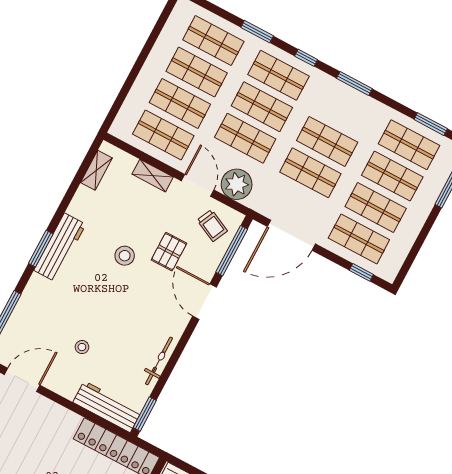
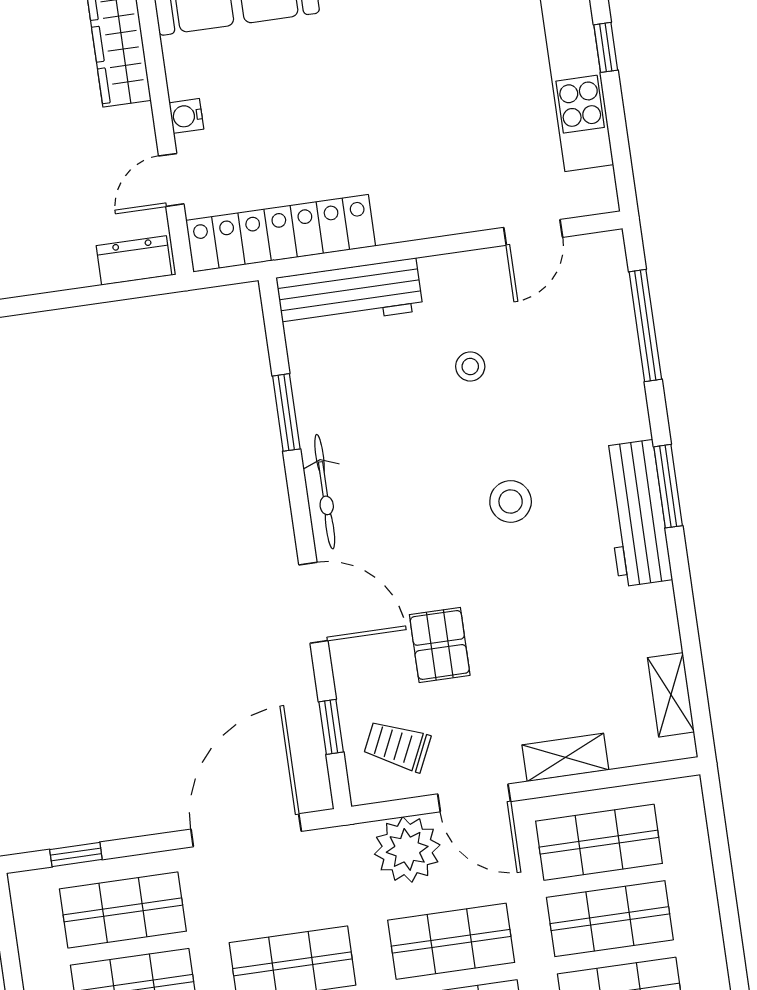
window: (232, 251) -> (331, 727), width x0.46
stool: (125, 256) -> (511, 501), moved
bicycle: (159, 361) -> (325, 492), moved
door: (22, 380) -> (533, 232), width x0.73
window: (145, 414) -> (286, 412), moved

